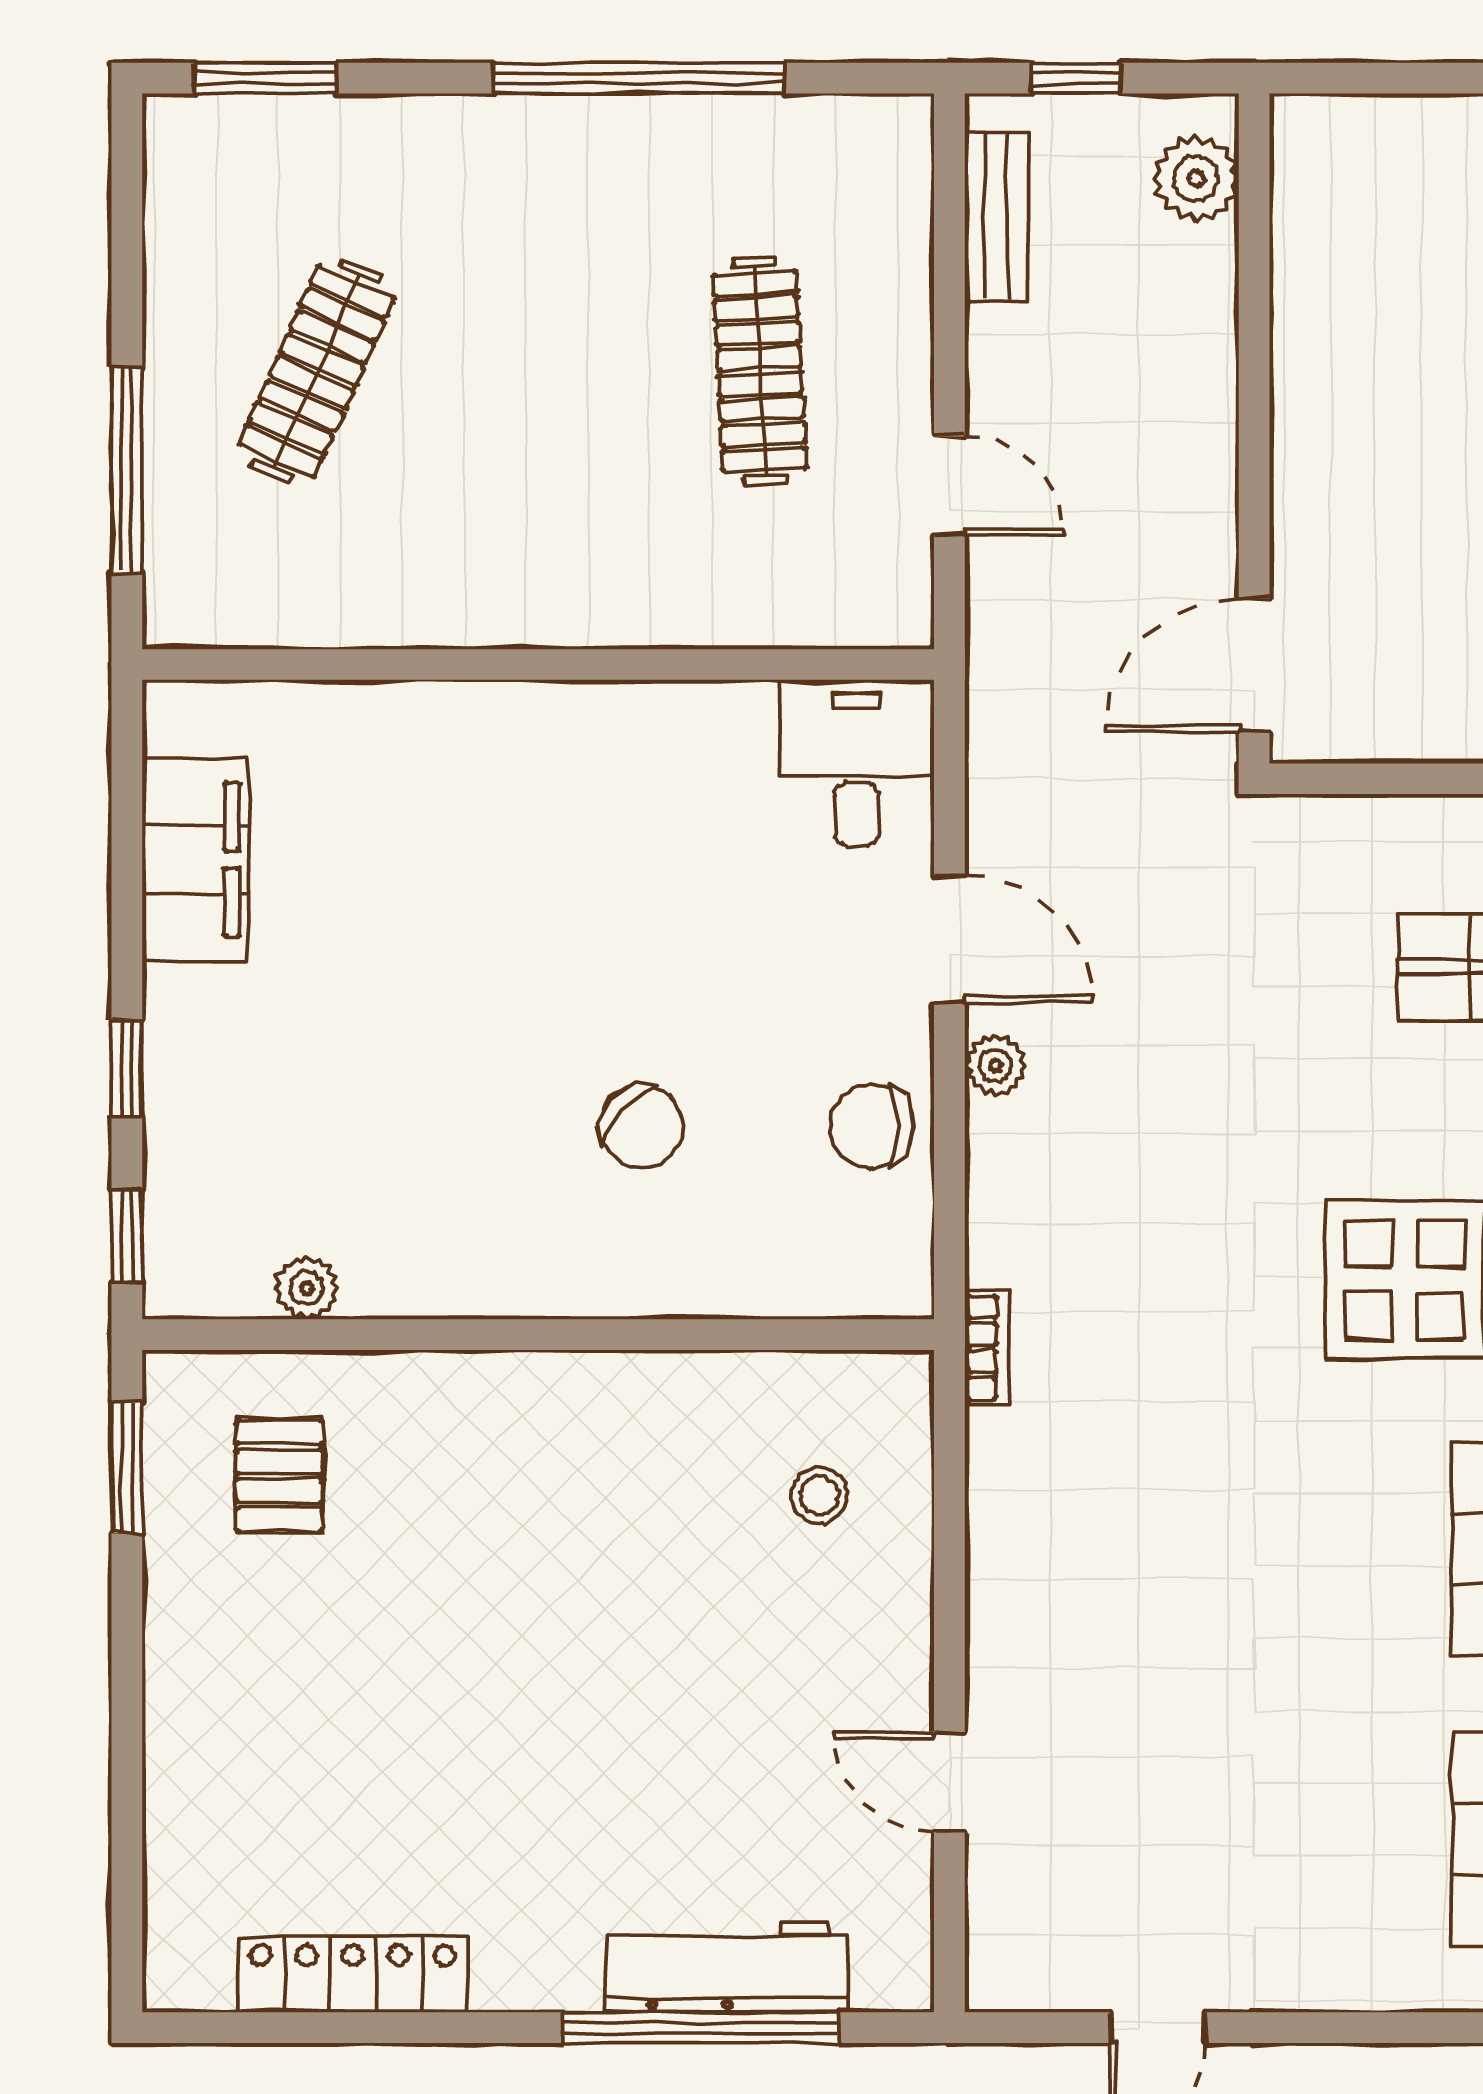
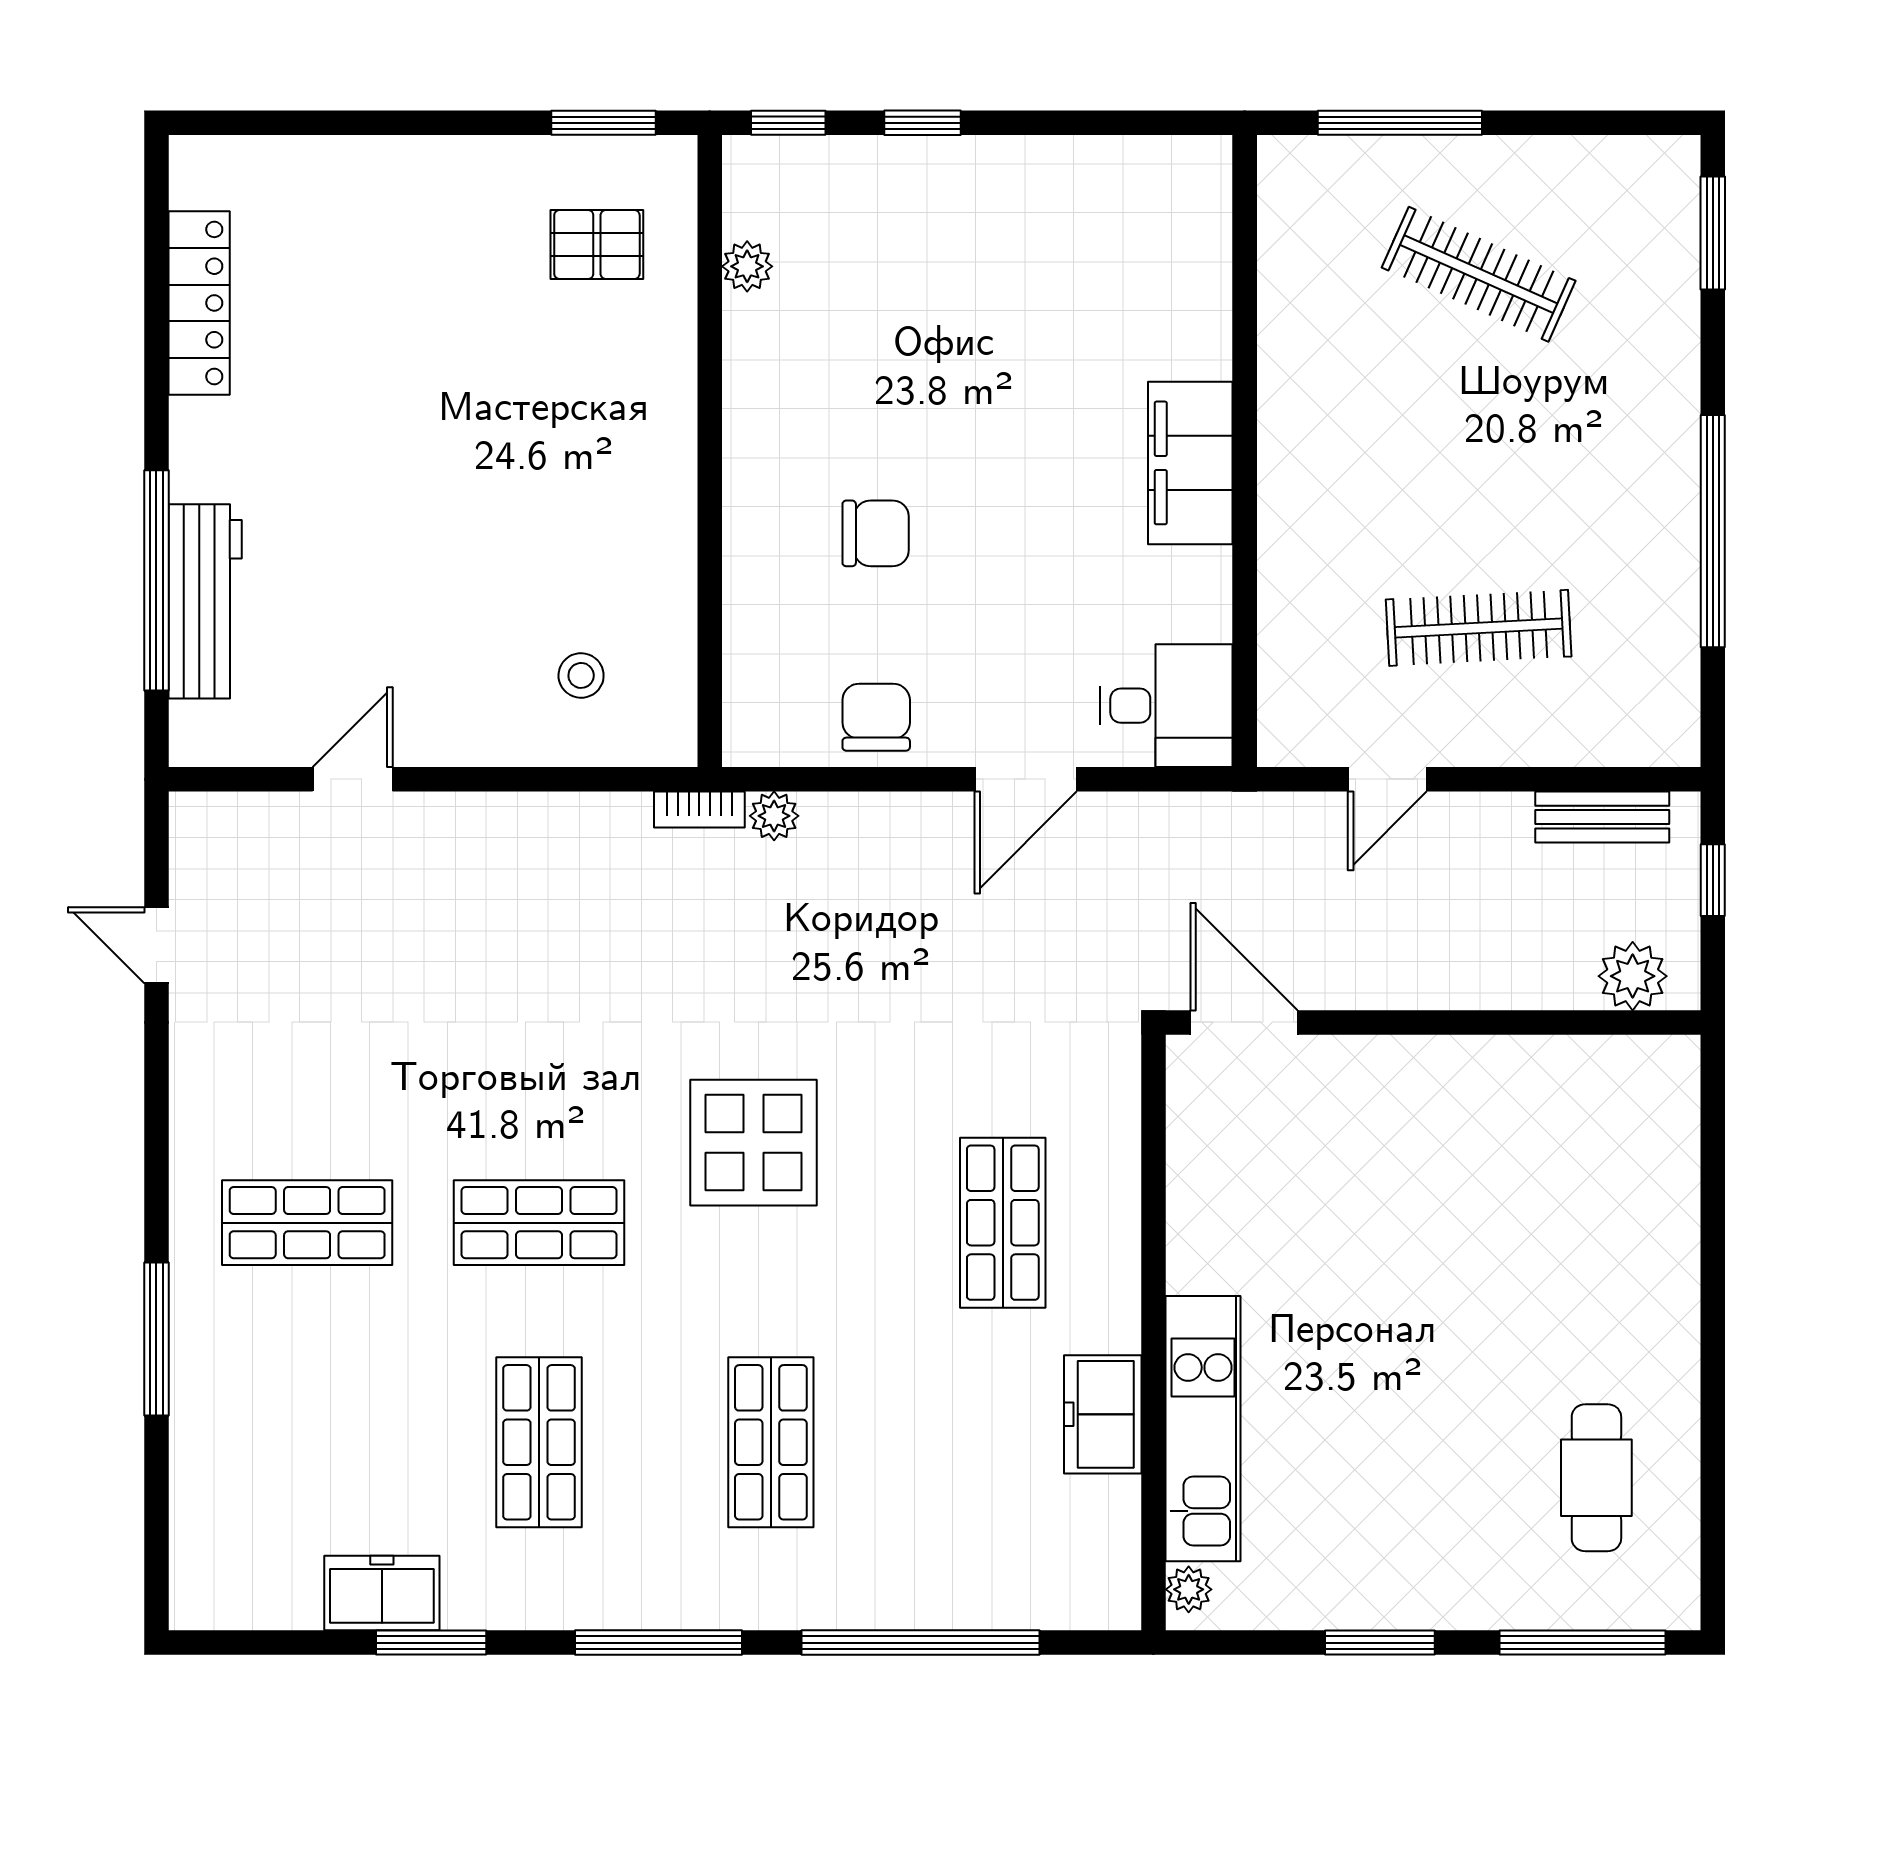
filing cabinet: (195, 859) -> (1190, 463), moved, turned 90
plant: (995, 1065) -> (774, 816), moved
chair: (641, 1127) -> (876, 533), turned -133

